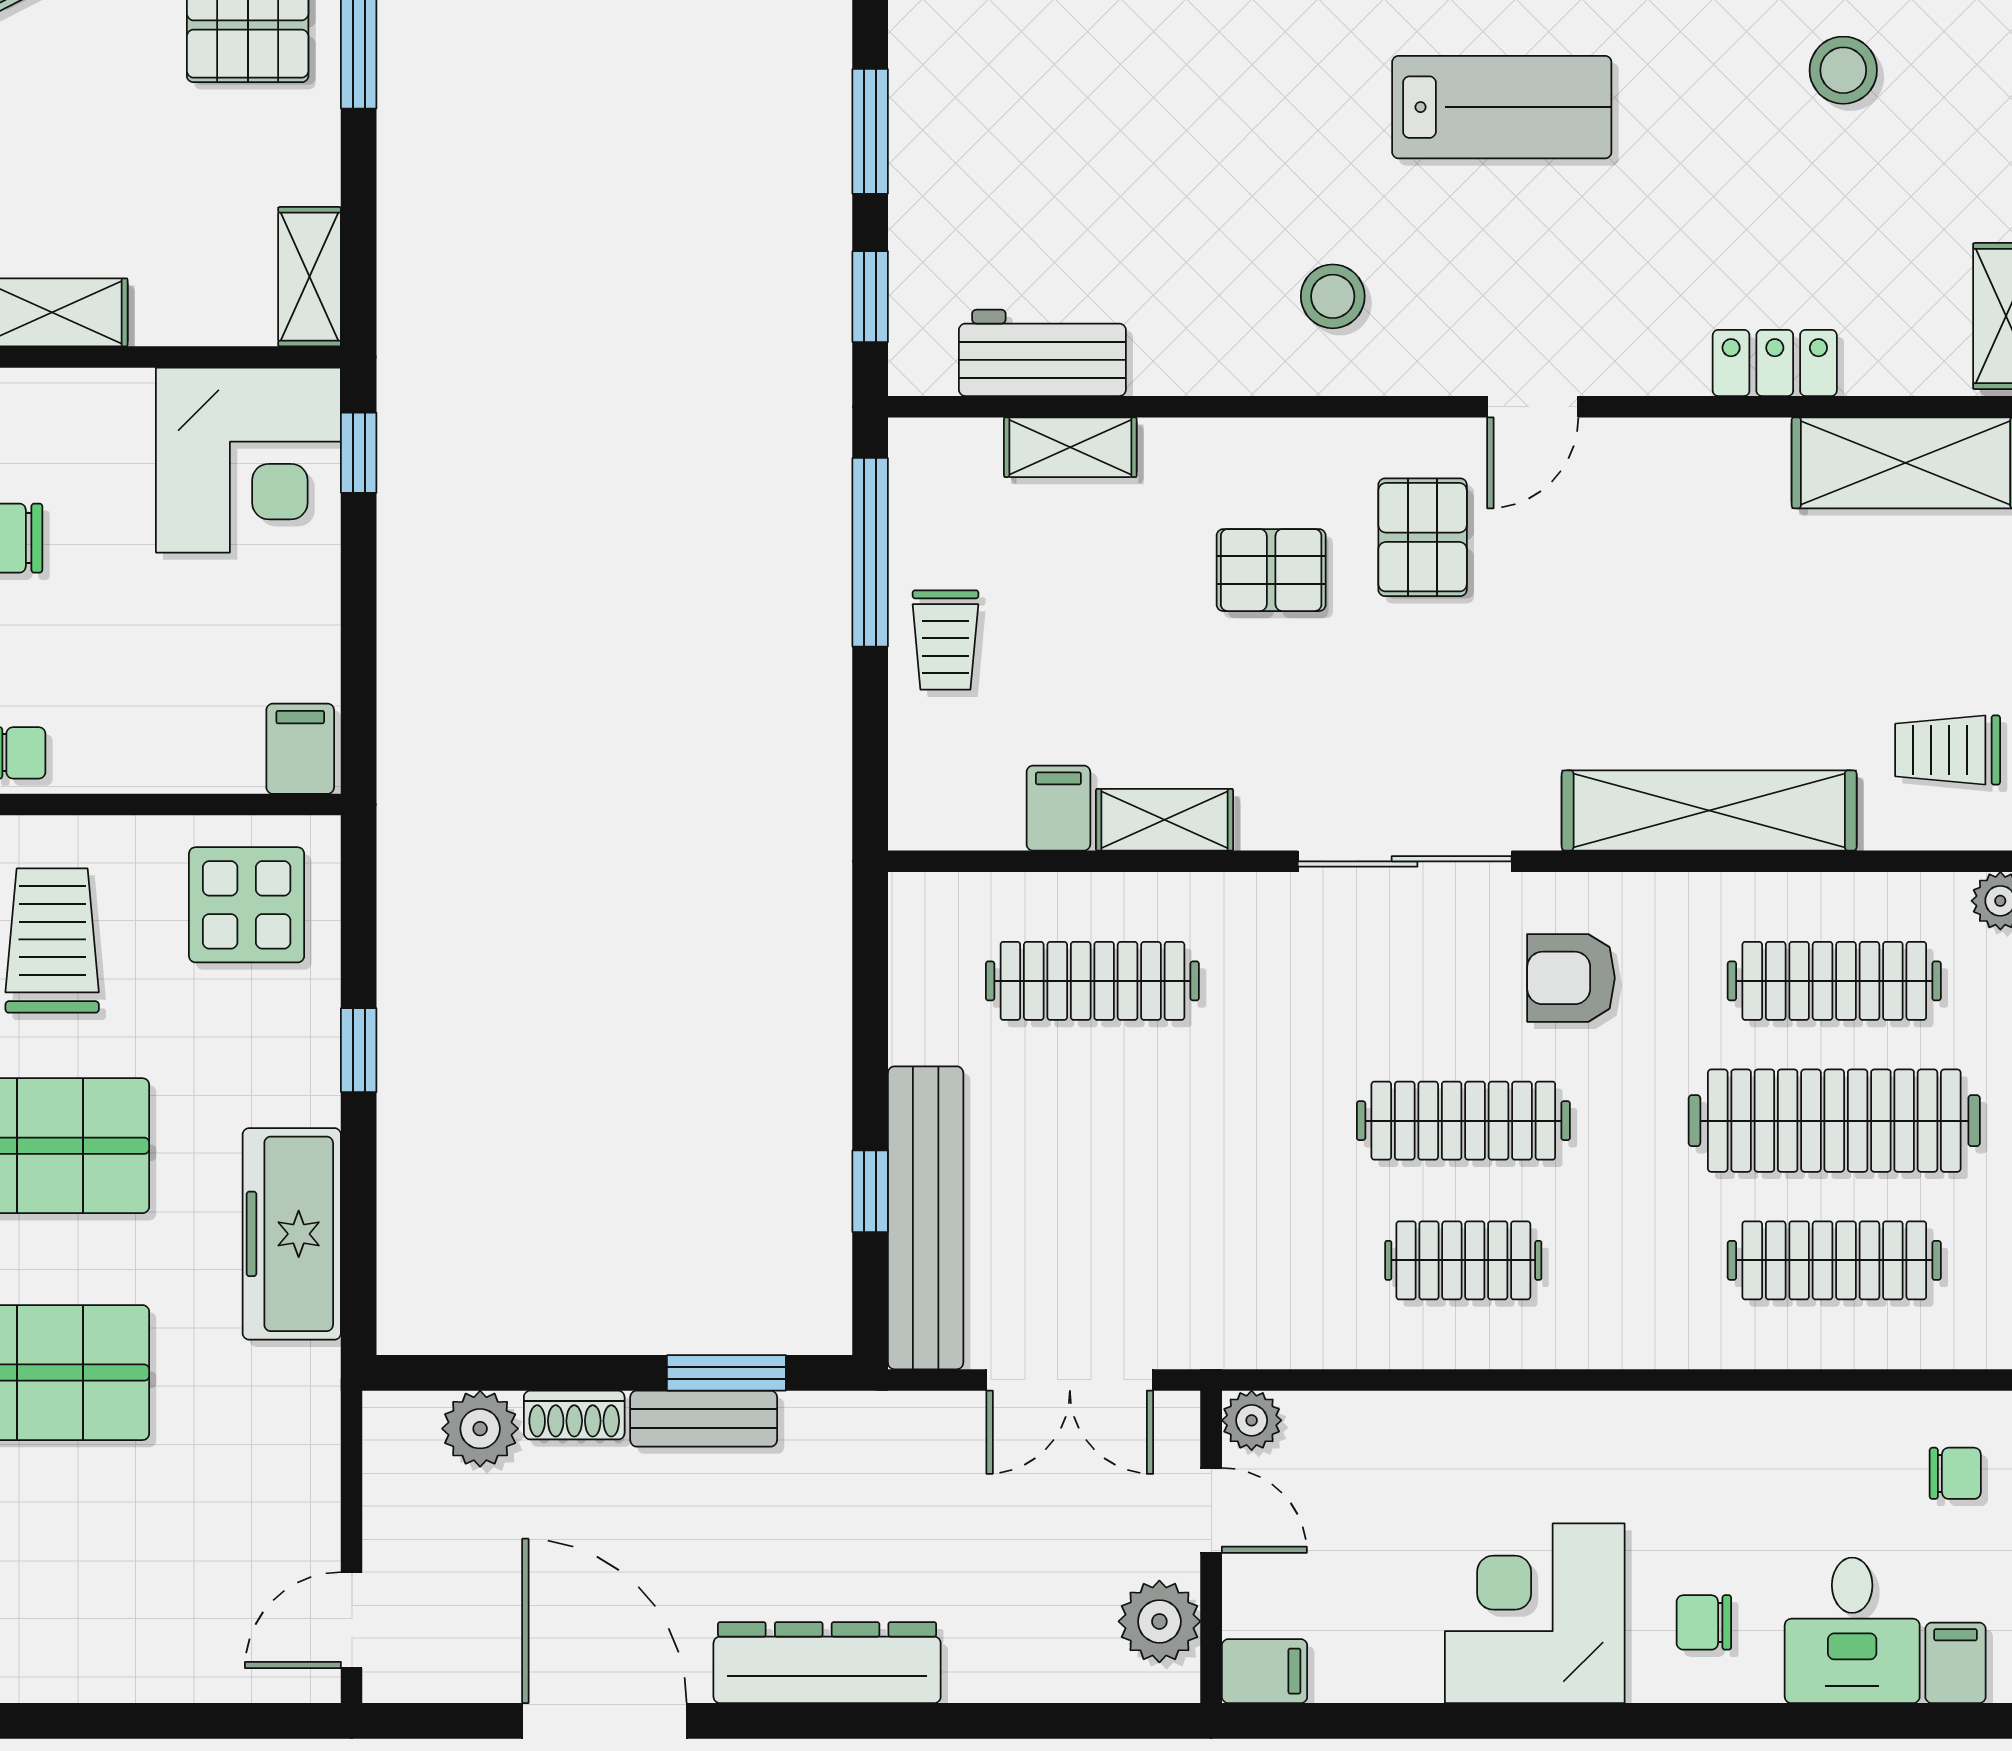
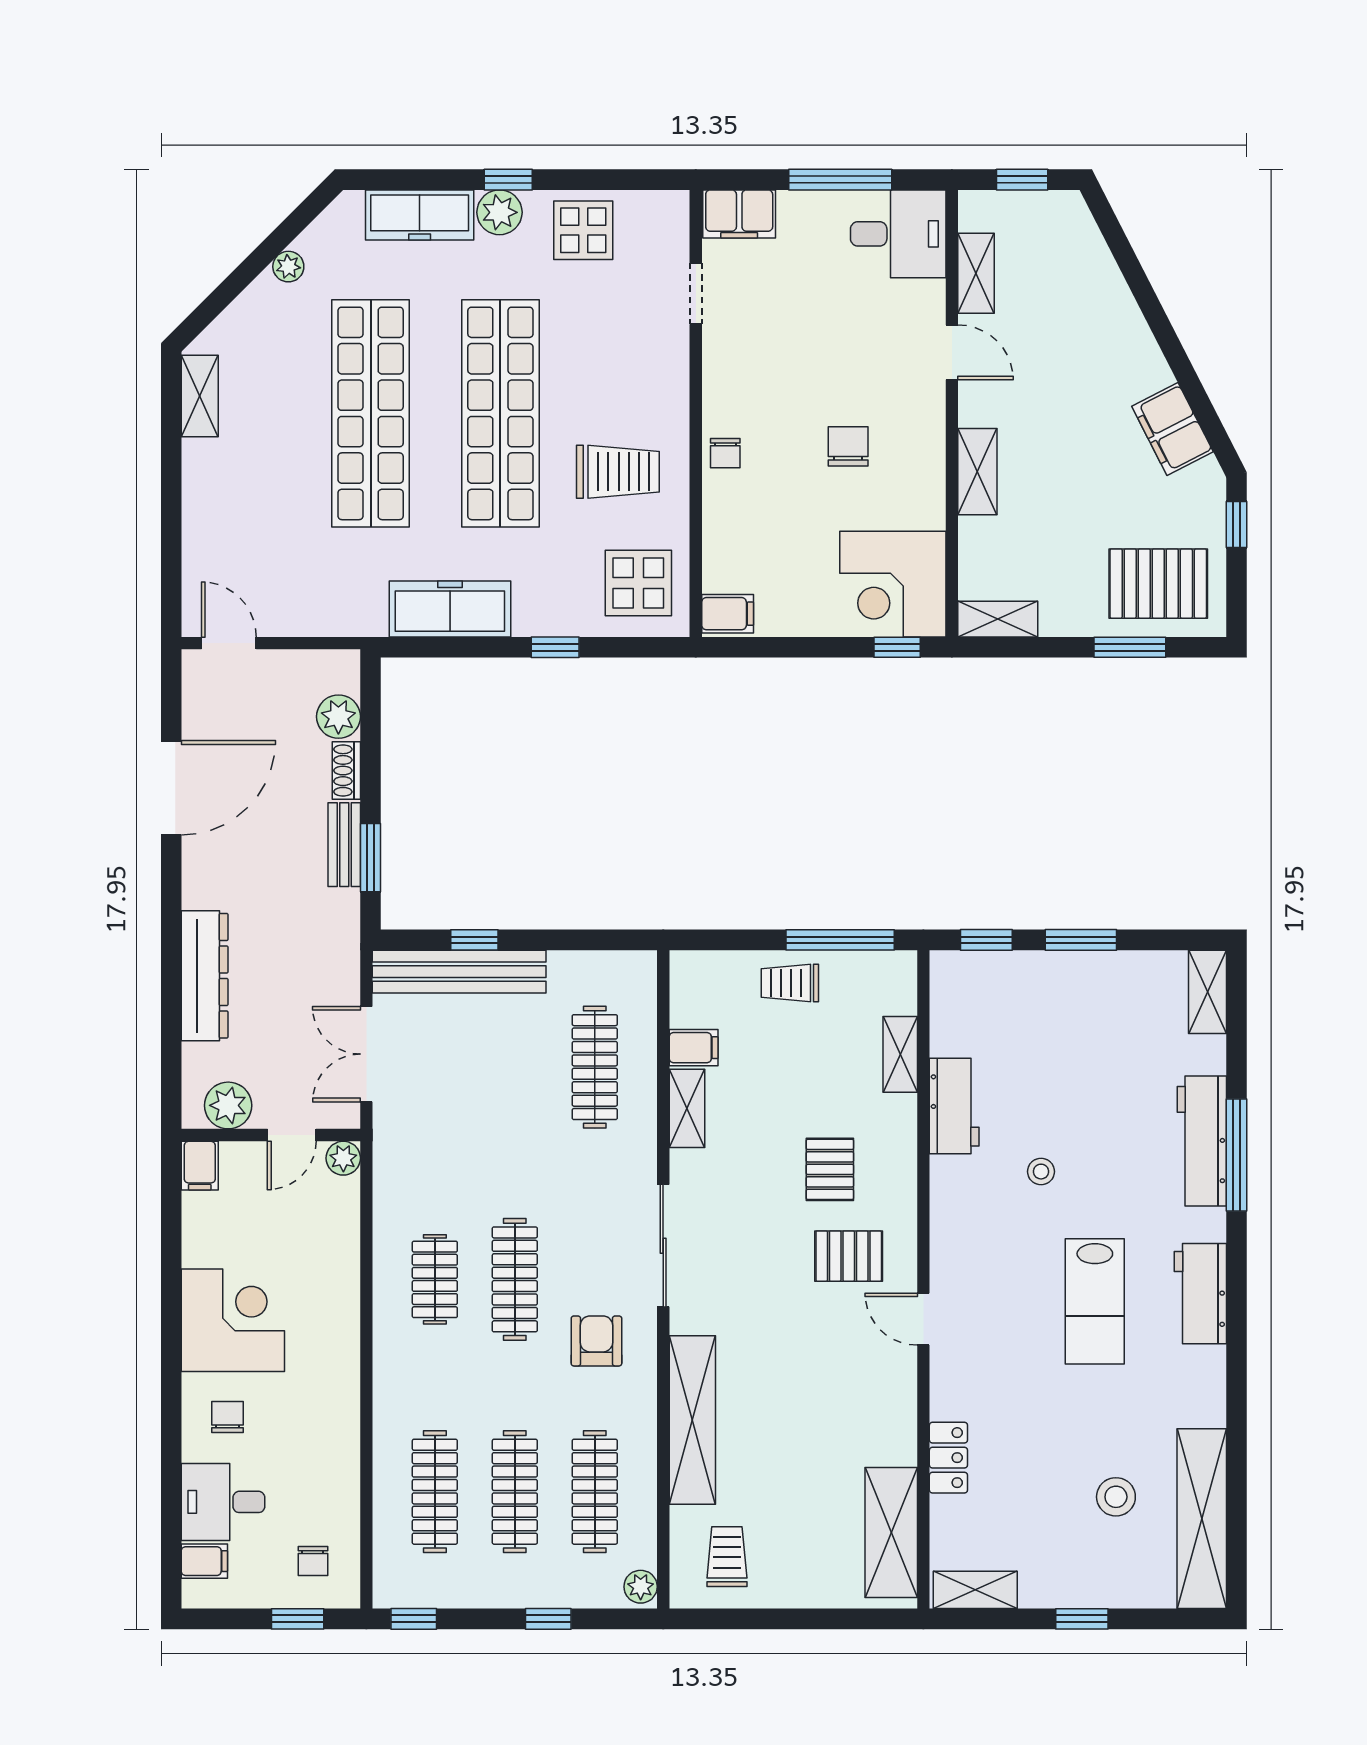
stool: (1333, 296) -> (1041, 1172), moved, width x0.73, depth x0.73
workbench: (1042, 353) -> (954, 1106), moved
clothes rail: (1834, 1121) -> (515, 1492), width x0.73, depth x0.76
dresser: (827, 1663) -> (205, 976), moved

